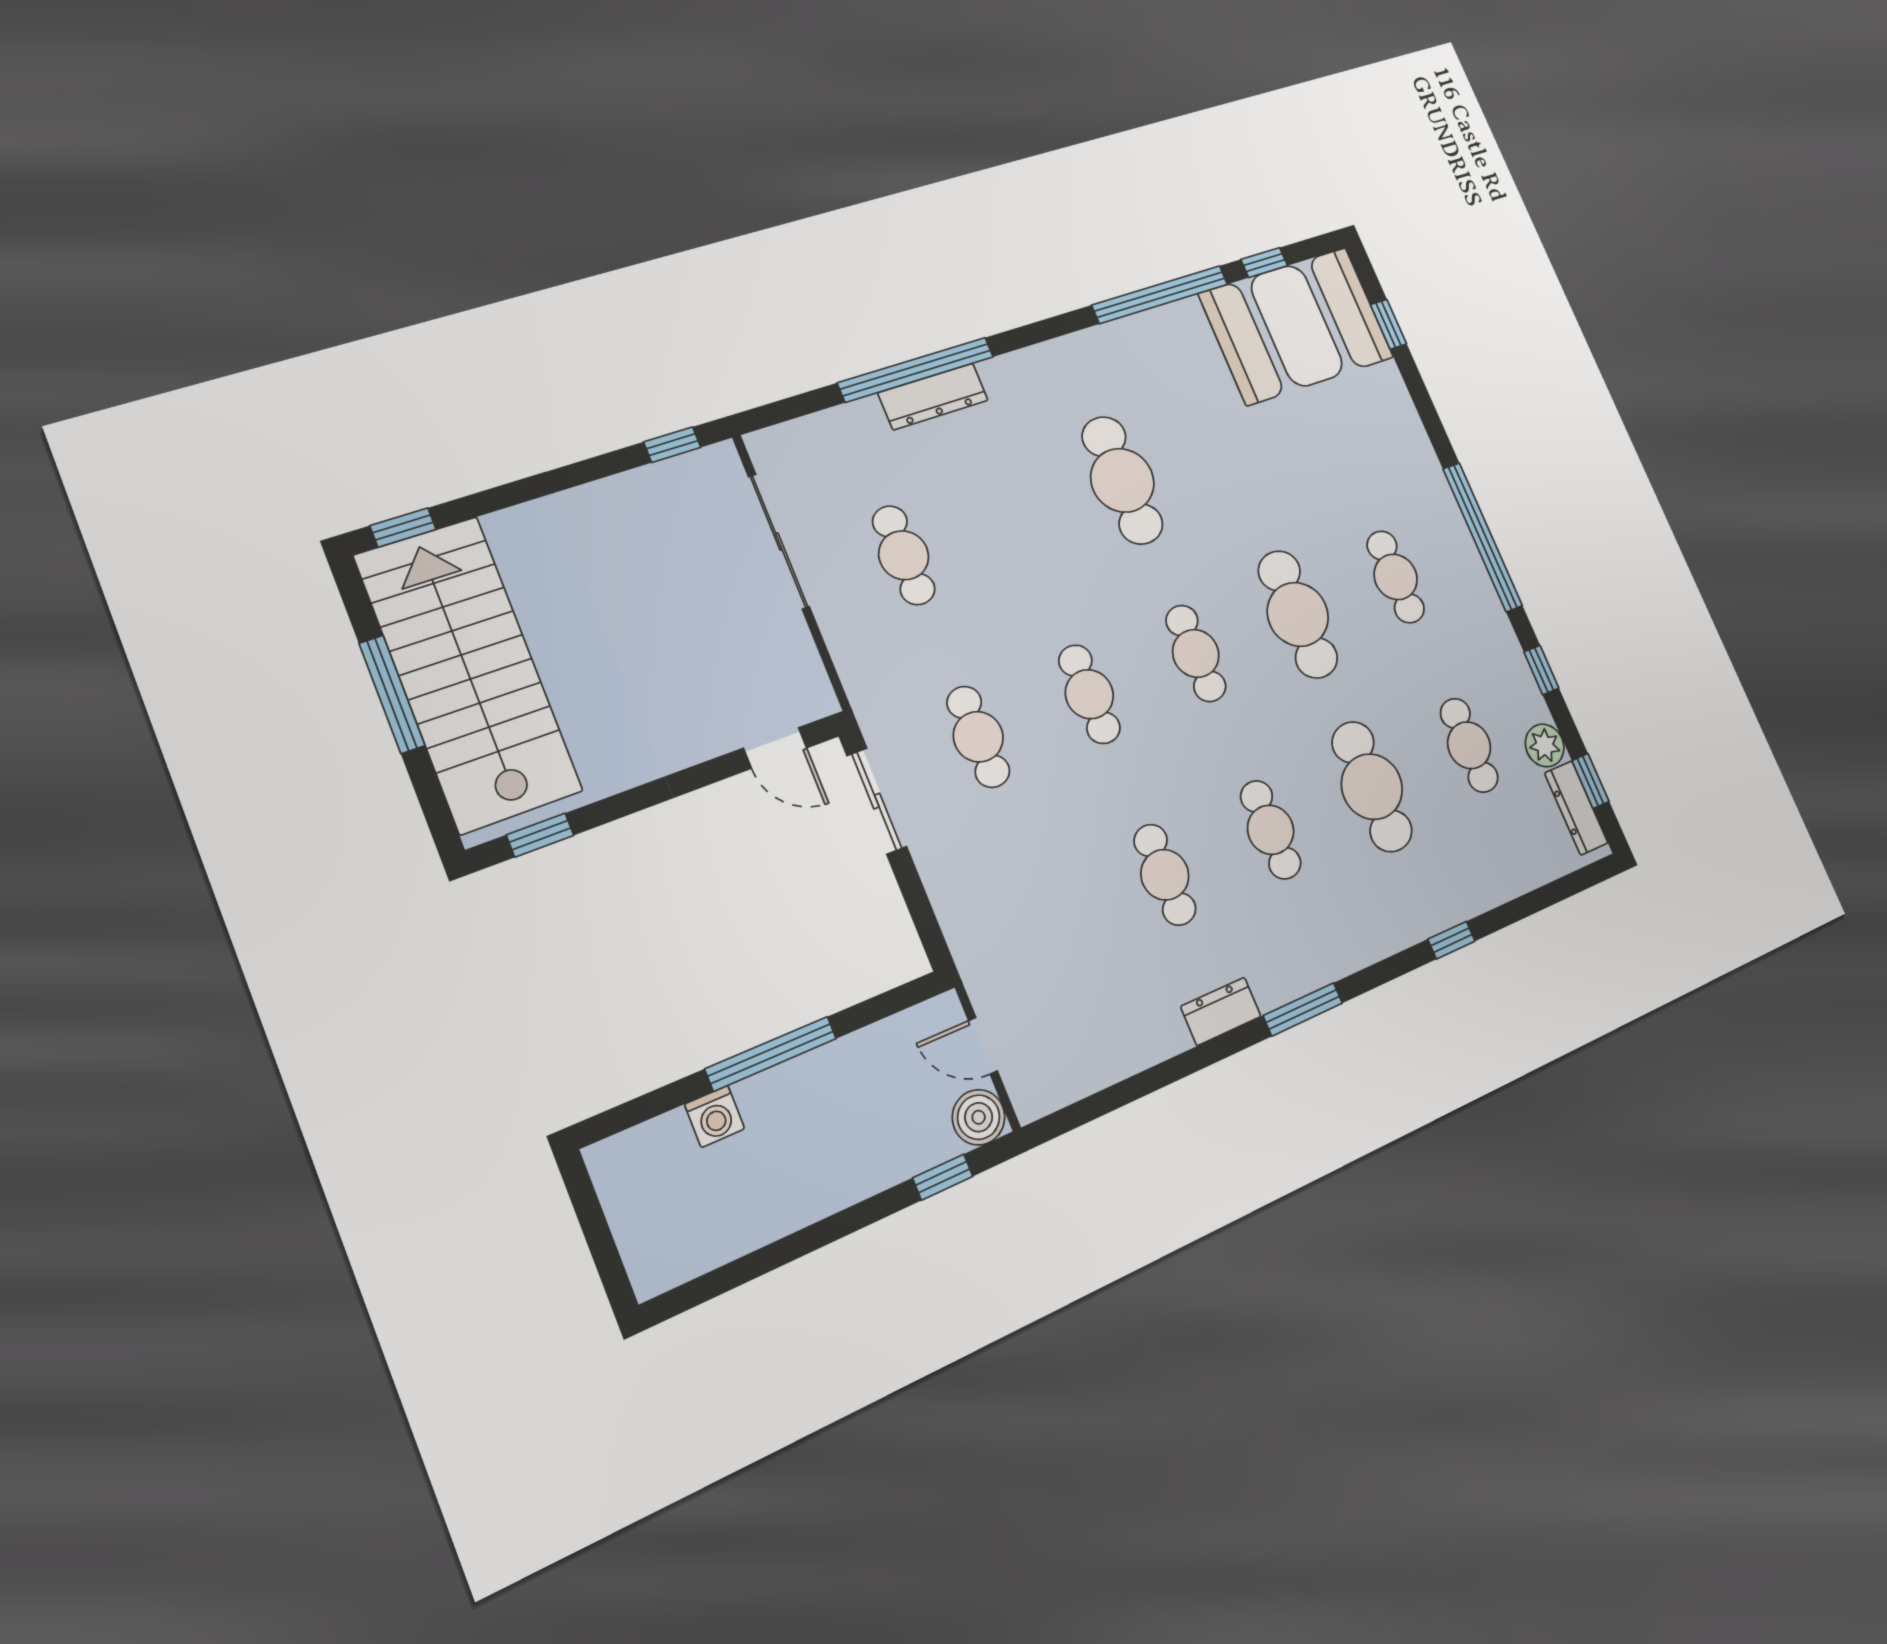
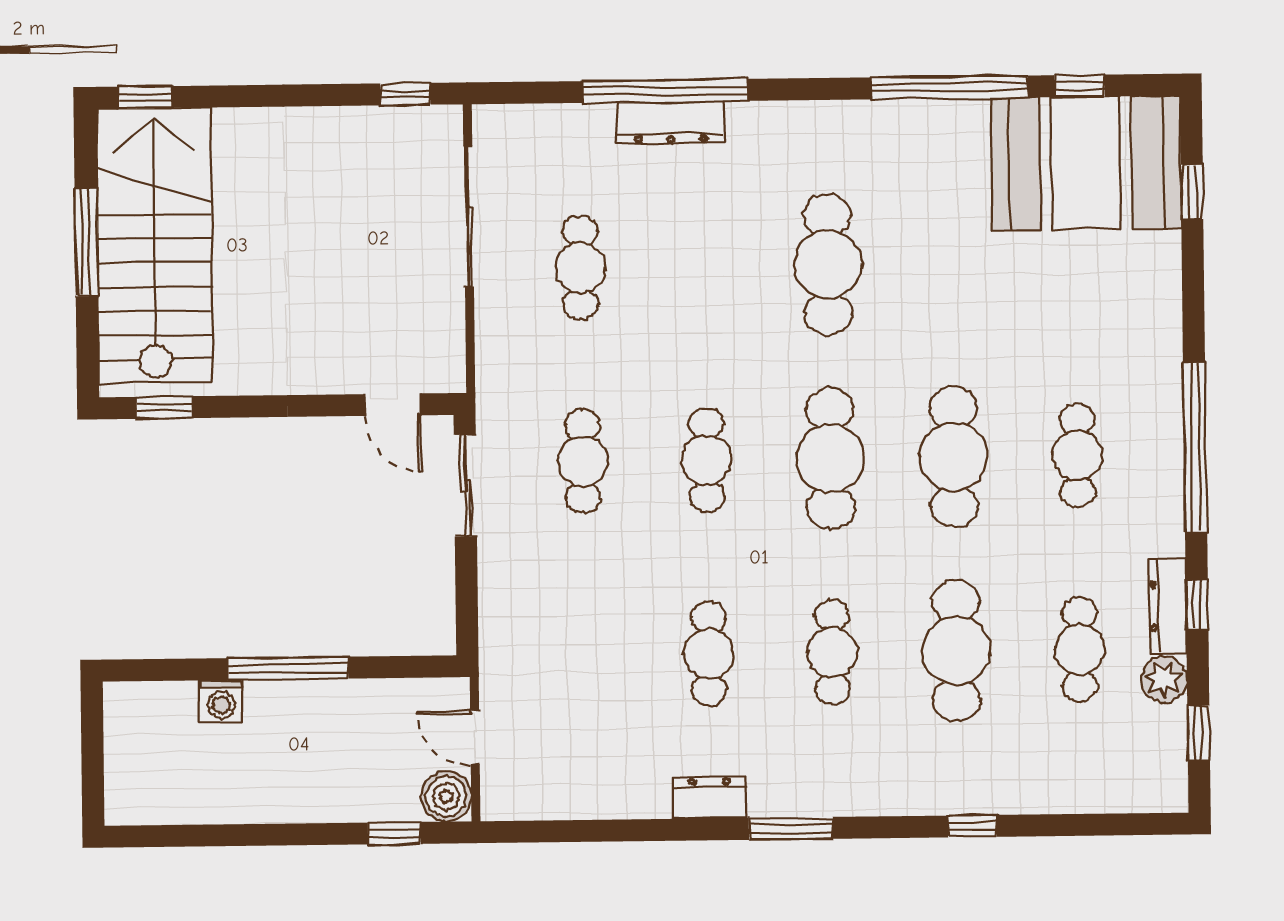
cafe table: (1196, 653) -> (830, 458), width x1.37, depth x1.35
dresser: (1576, 808) -> (1168, 606), moved

